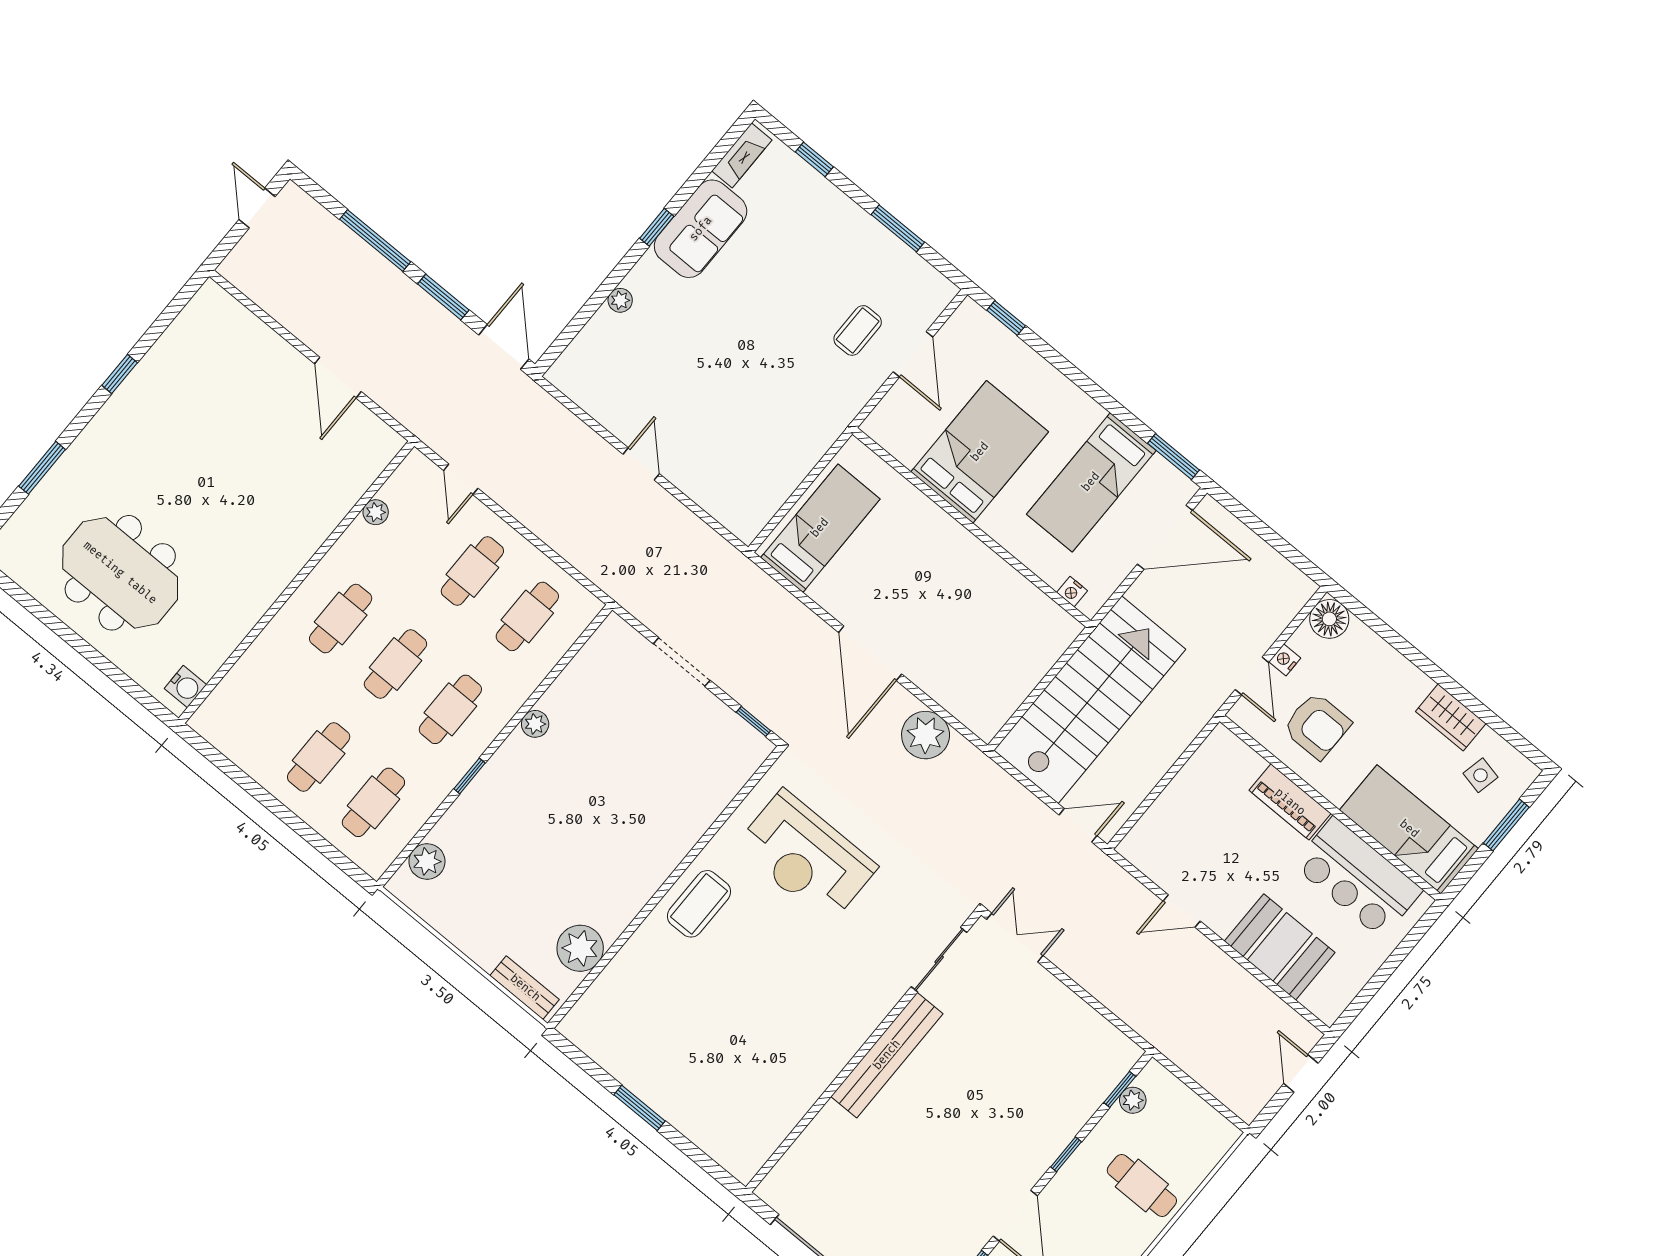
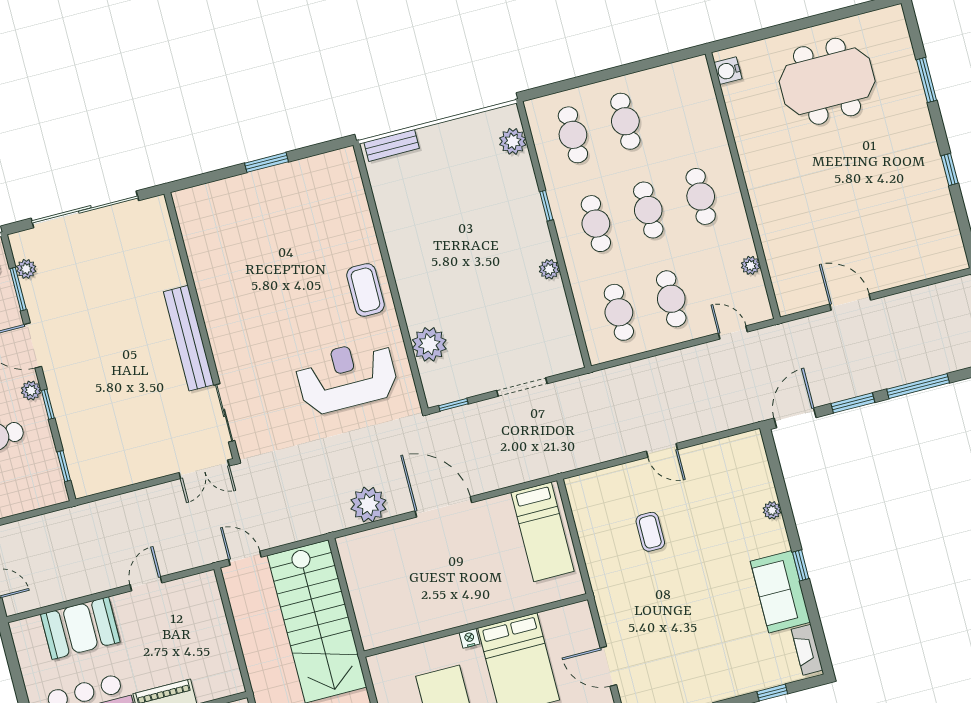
coffee table: (858, 330) -> (650, 532), moved
door: (504, 347) -> (795, 418), swing flipped
nightstand: (1072, 592) -> (470, 638), moved
door: (1078, 825) -> (245, 558), swing flipped
plant: (580, 948) -> (429, 344), moved
plant: (1133, 1100) -> (31, 391), moved

